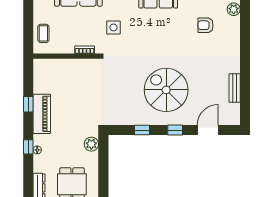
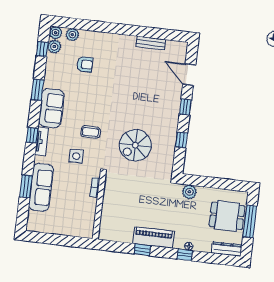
armchair: (206, 25) -> (85, 64), turned -90
coffee table: (43, 33) -> (90, 132), moved
spiral stairs: (166, 90) -> (135, 145), moved, width x0.73, depth x0.73

